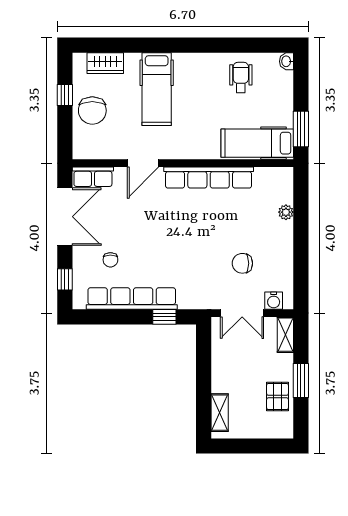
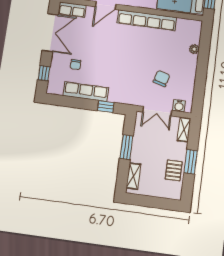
chair: (242, 263) -> (162, 78), turned 106
row of seats: (132, 298) -> (86, 92), width x0.73
window: (204, 372) -> (126, 147), added

